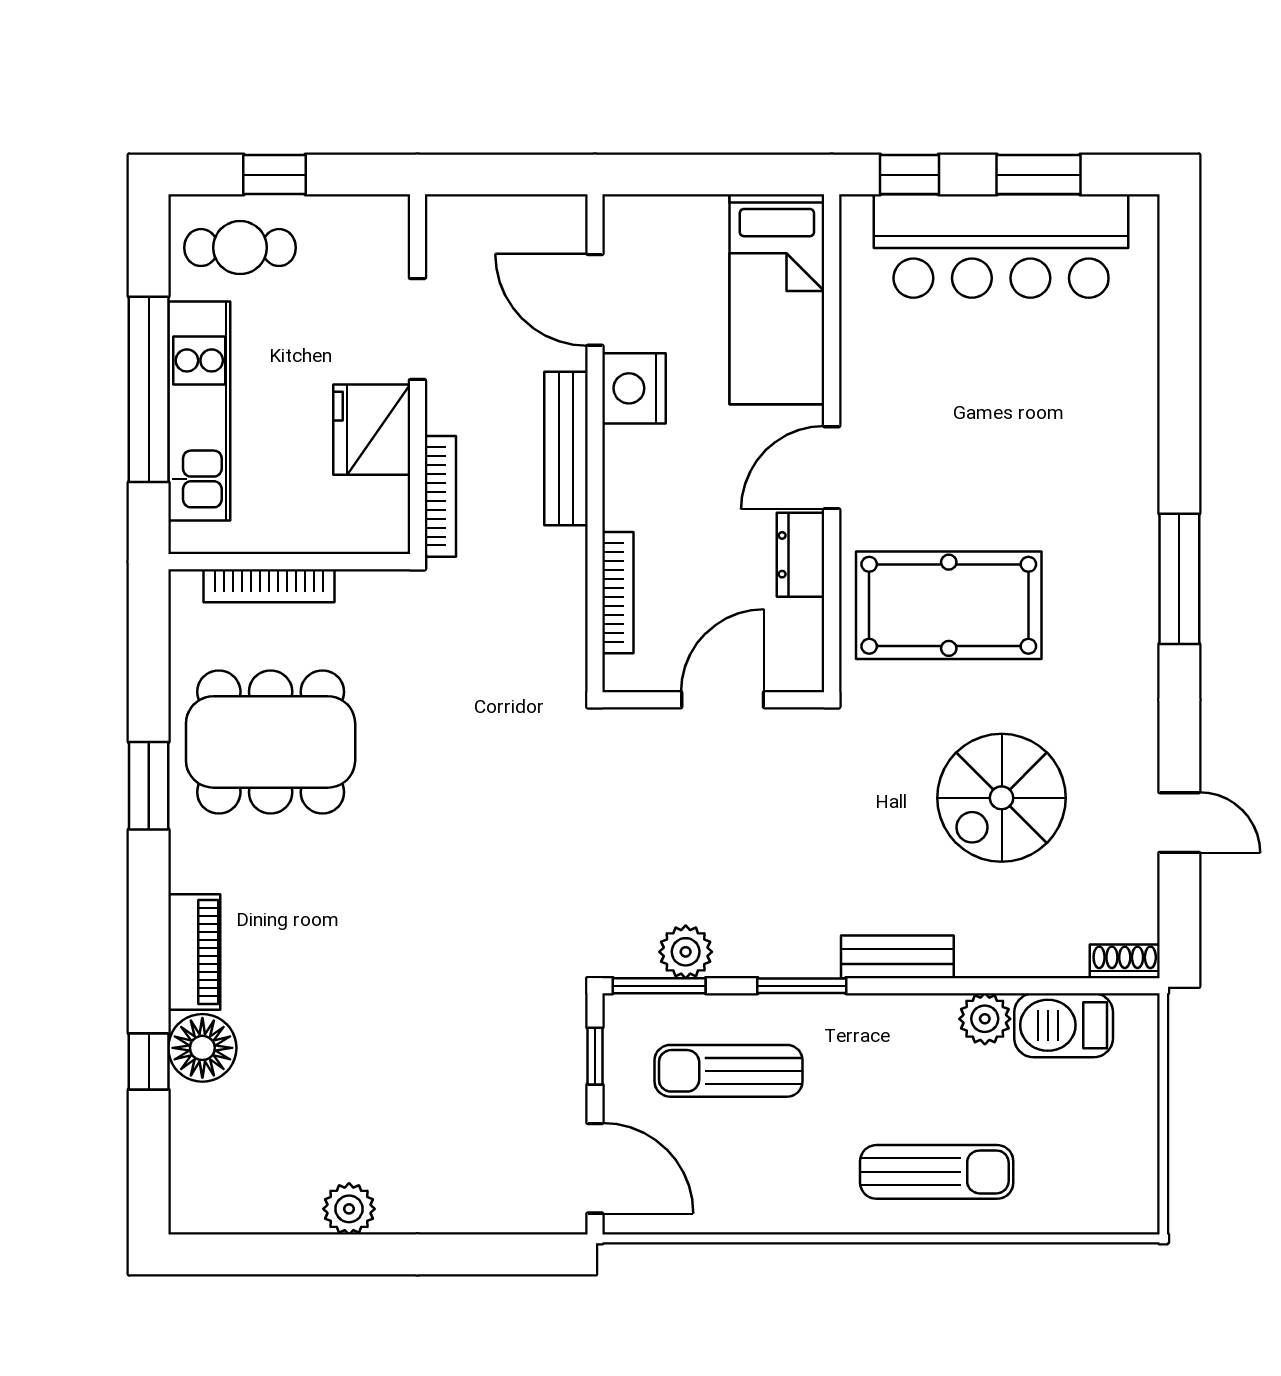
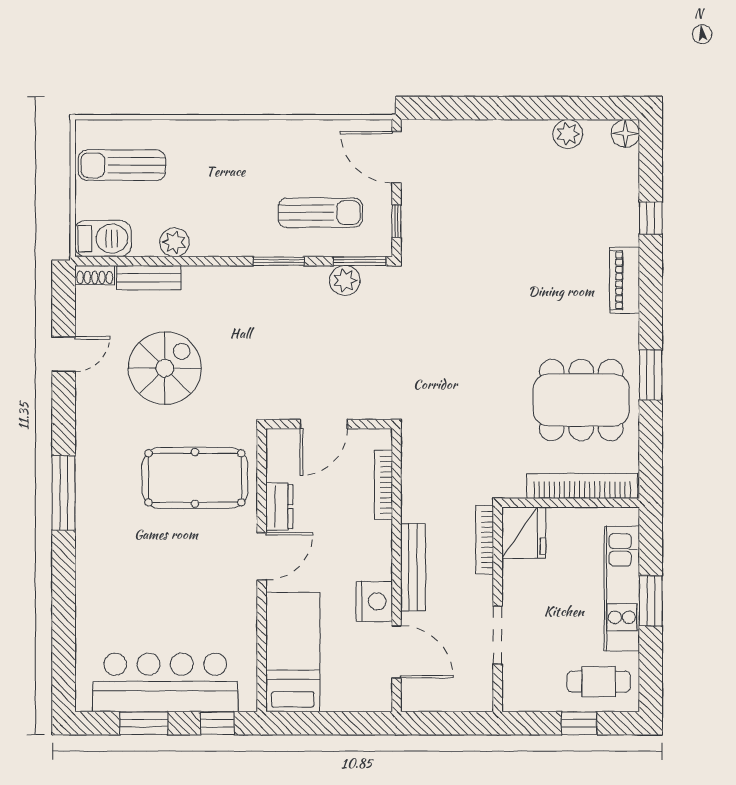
window: (149, 389) -> (651, 601), width x0.47
fridge: (372, 430) -> (524, 533), moved
bookcase: (269, 586) -> (582, 486), width x1.48, depth x1.31
door: (1179, 823) -> (64, 354), swing flipped
bench: (897, 957) -> (149, 278), moved
barbecue: (1064, 1025) -> (103, 239), moved
floor lamp: (202, 1048) -> (625, 133), moved, width x0.73, depth x0.73
sun lounger: (937, 1172) -> (122, 165), moved
plant: (349, 1209) -> (568, 134), moved

